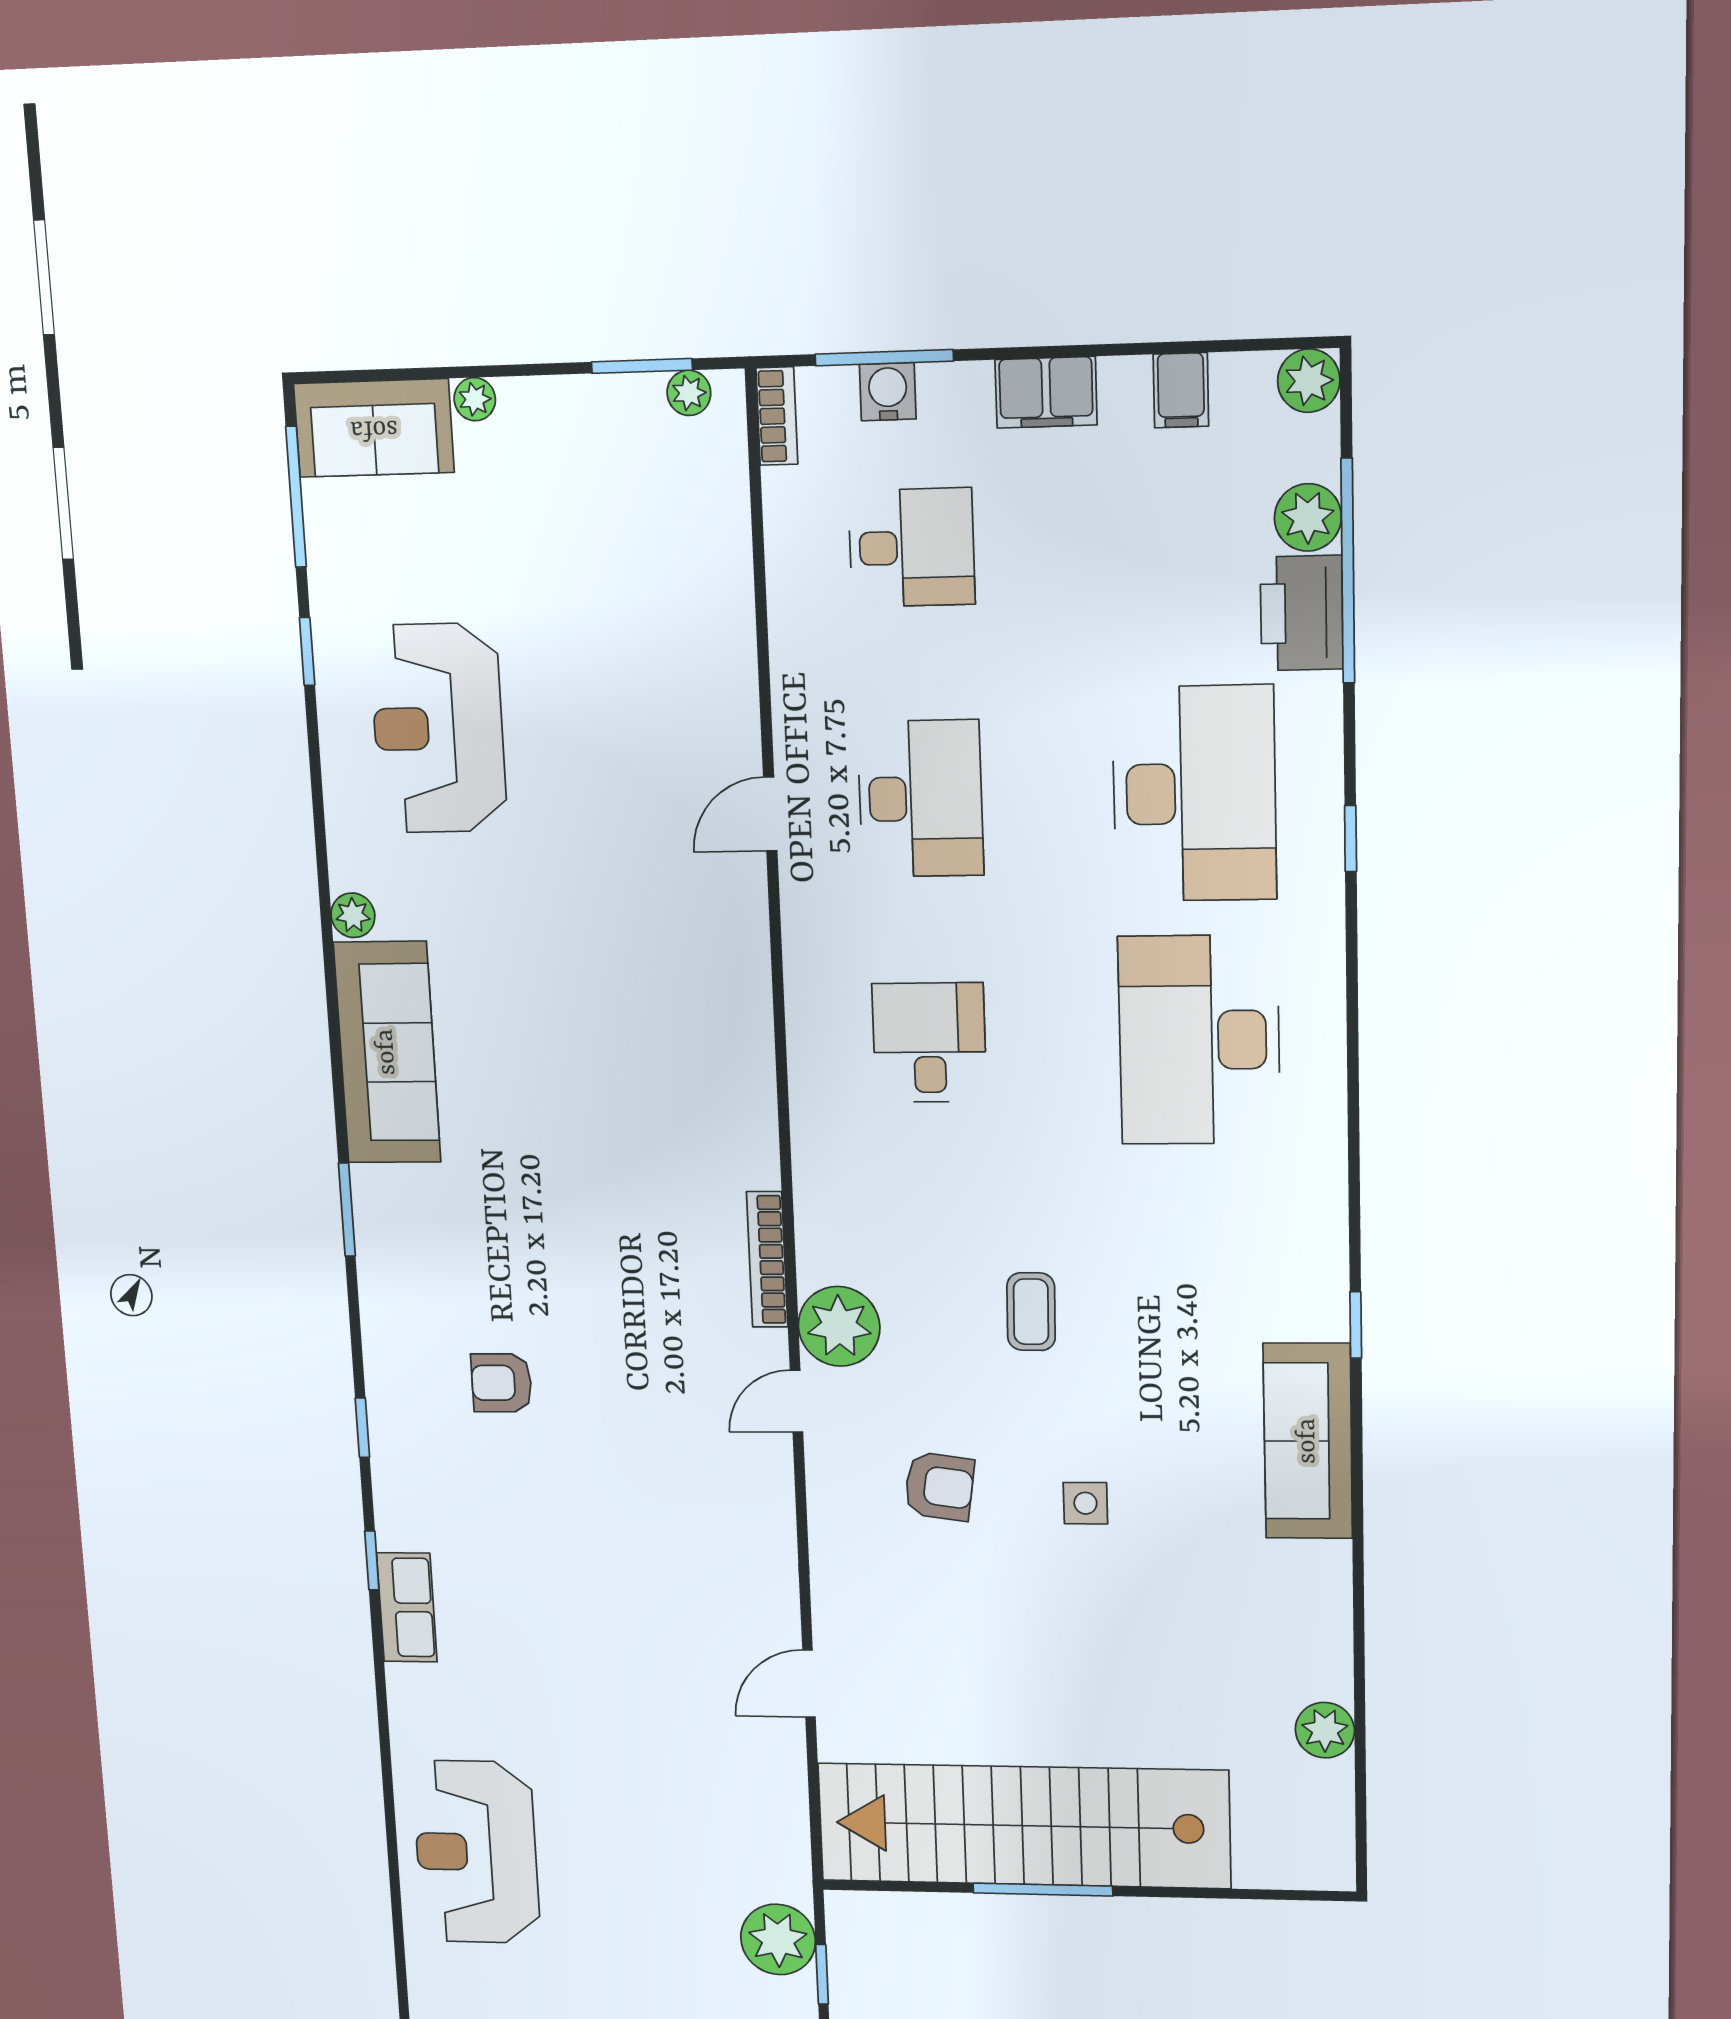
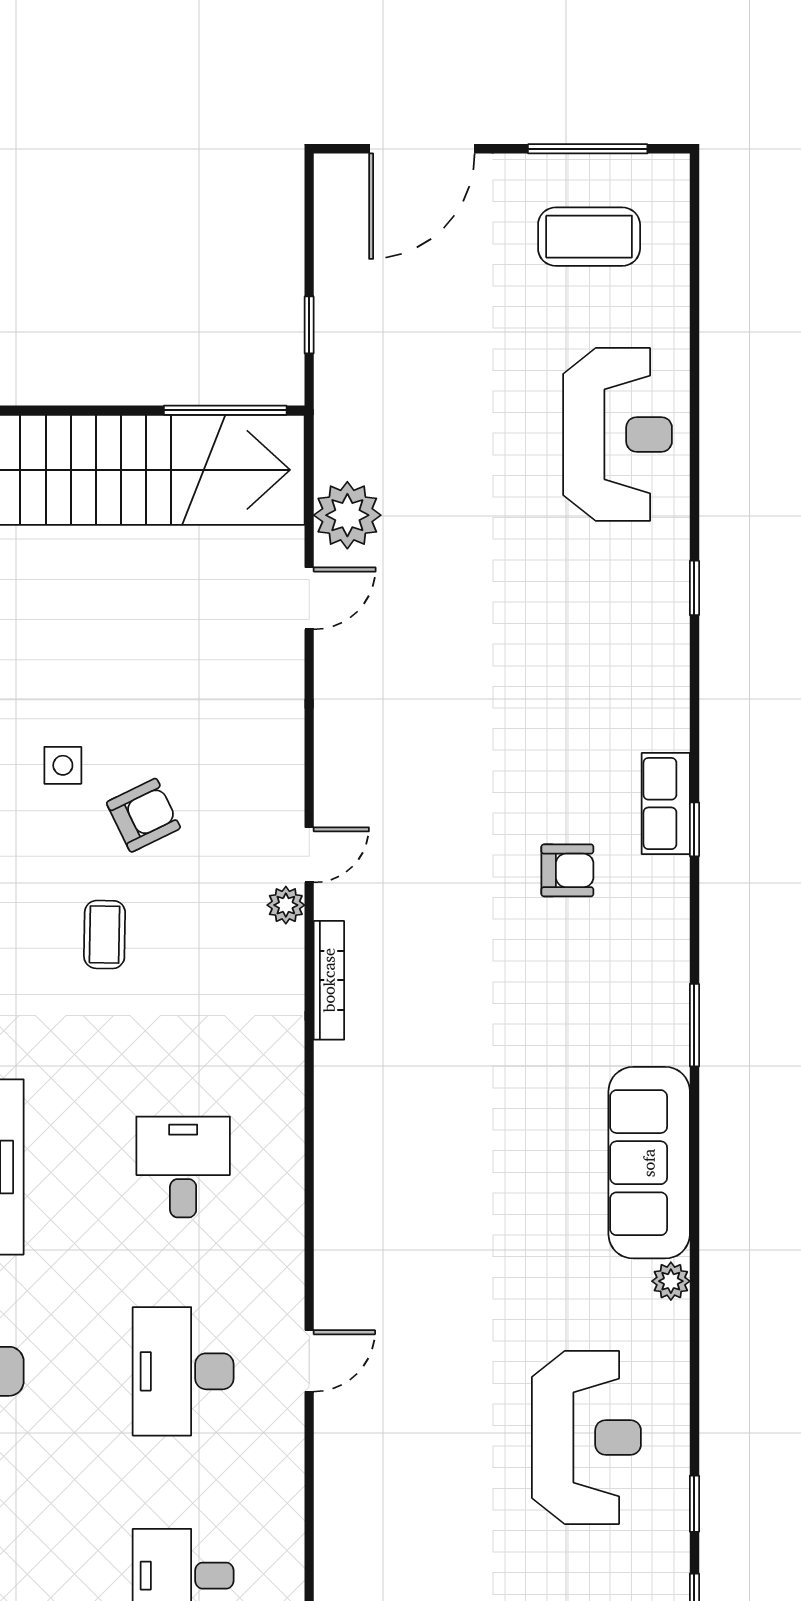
desk: (929, 1043) -> (183, 1167), turned 180
plant: (839, 1326) -> (286, 905), width x0.53, depth x0.53
armchair: (939, 1486) -> (143, 815), moved, turned 146
window: (372, 1560) -> (694, 588), moved
row of seats: (407, 1607) -> (666, 804), moved
window: (1043, 1890) -> (225, 410), moved
plant: (778, 1939) -> (347, 515), moved

